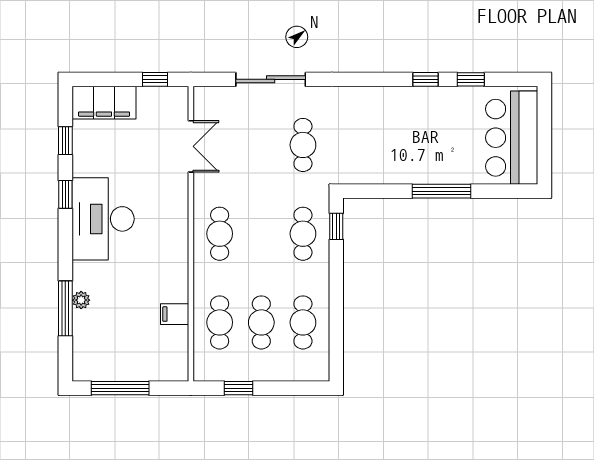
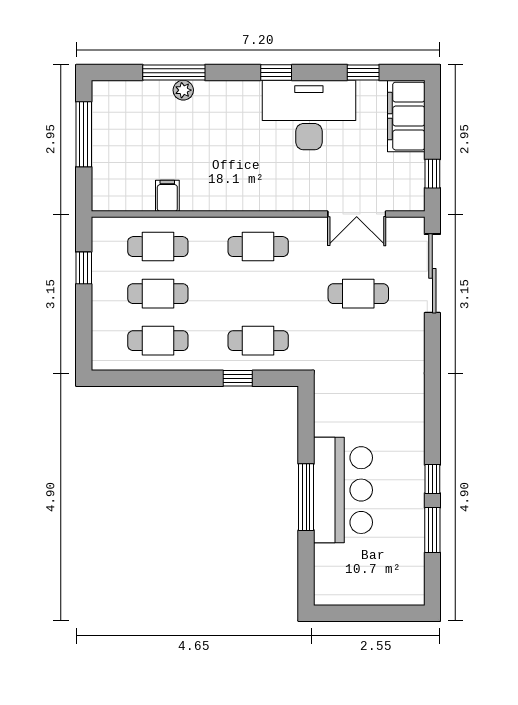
sliding door: (271, 79) -> (432, 273), moved
window: (471, 79) -> (432, 530), width x1.50
bar counter: (512, 138) -> (343, 490), moved, turned 90
cafe table: (303, 145) -> (358, 294), moved
window: (65, 194) -> (276, 73), moved
desk: (103, 219) -> (309, 115), moved
window: (336, 226) -> (238, 378), moved

